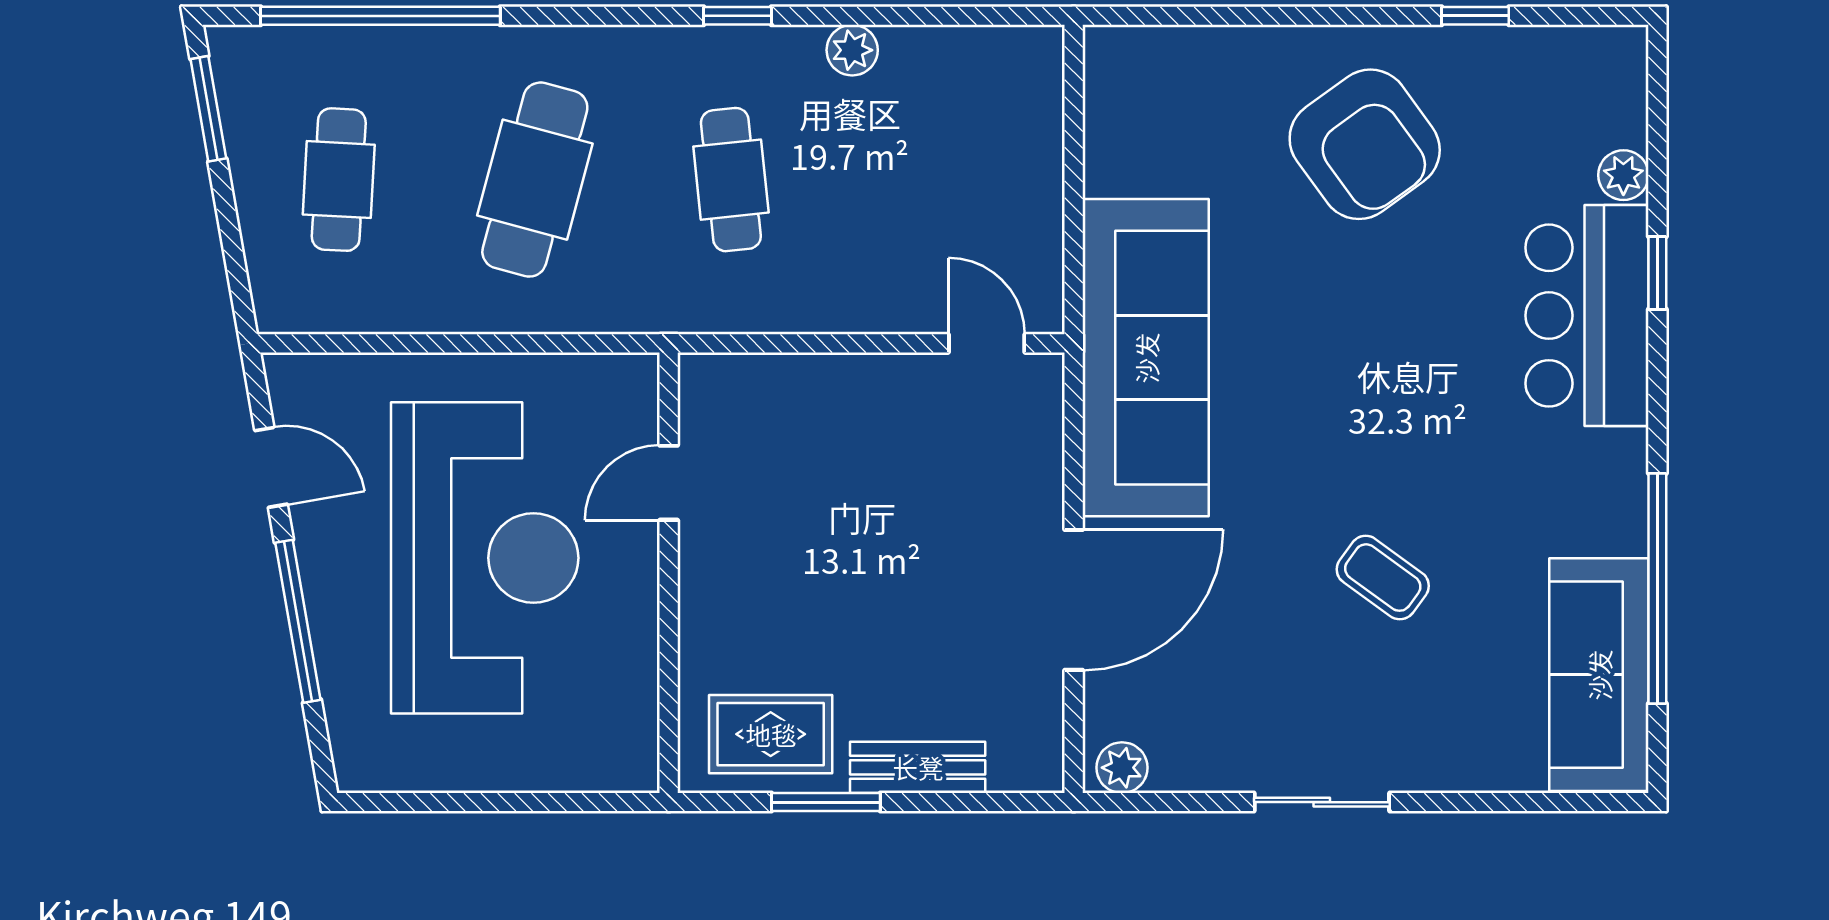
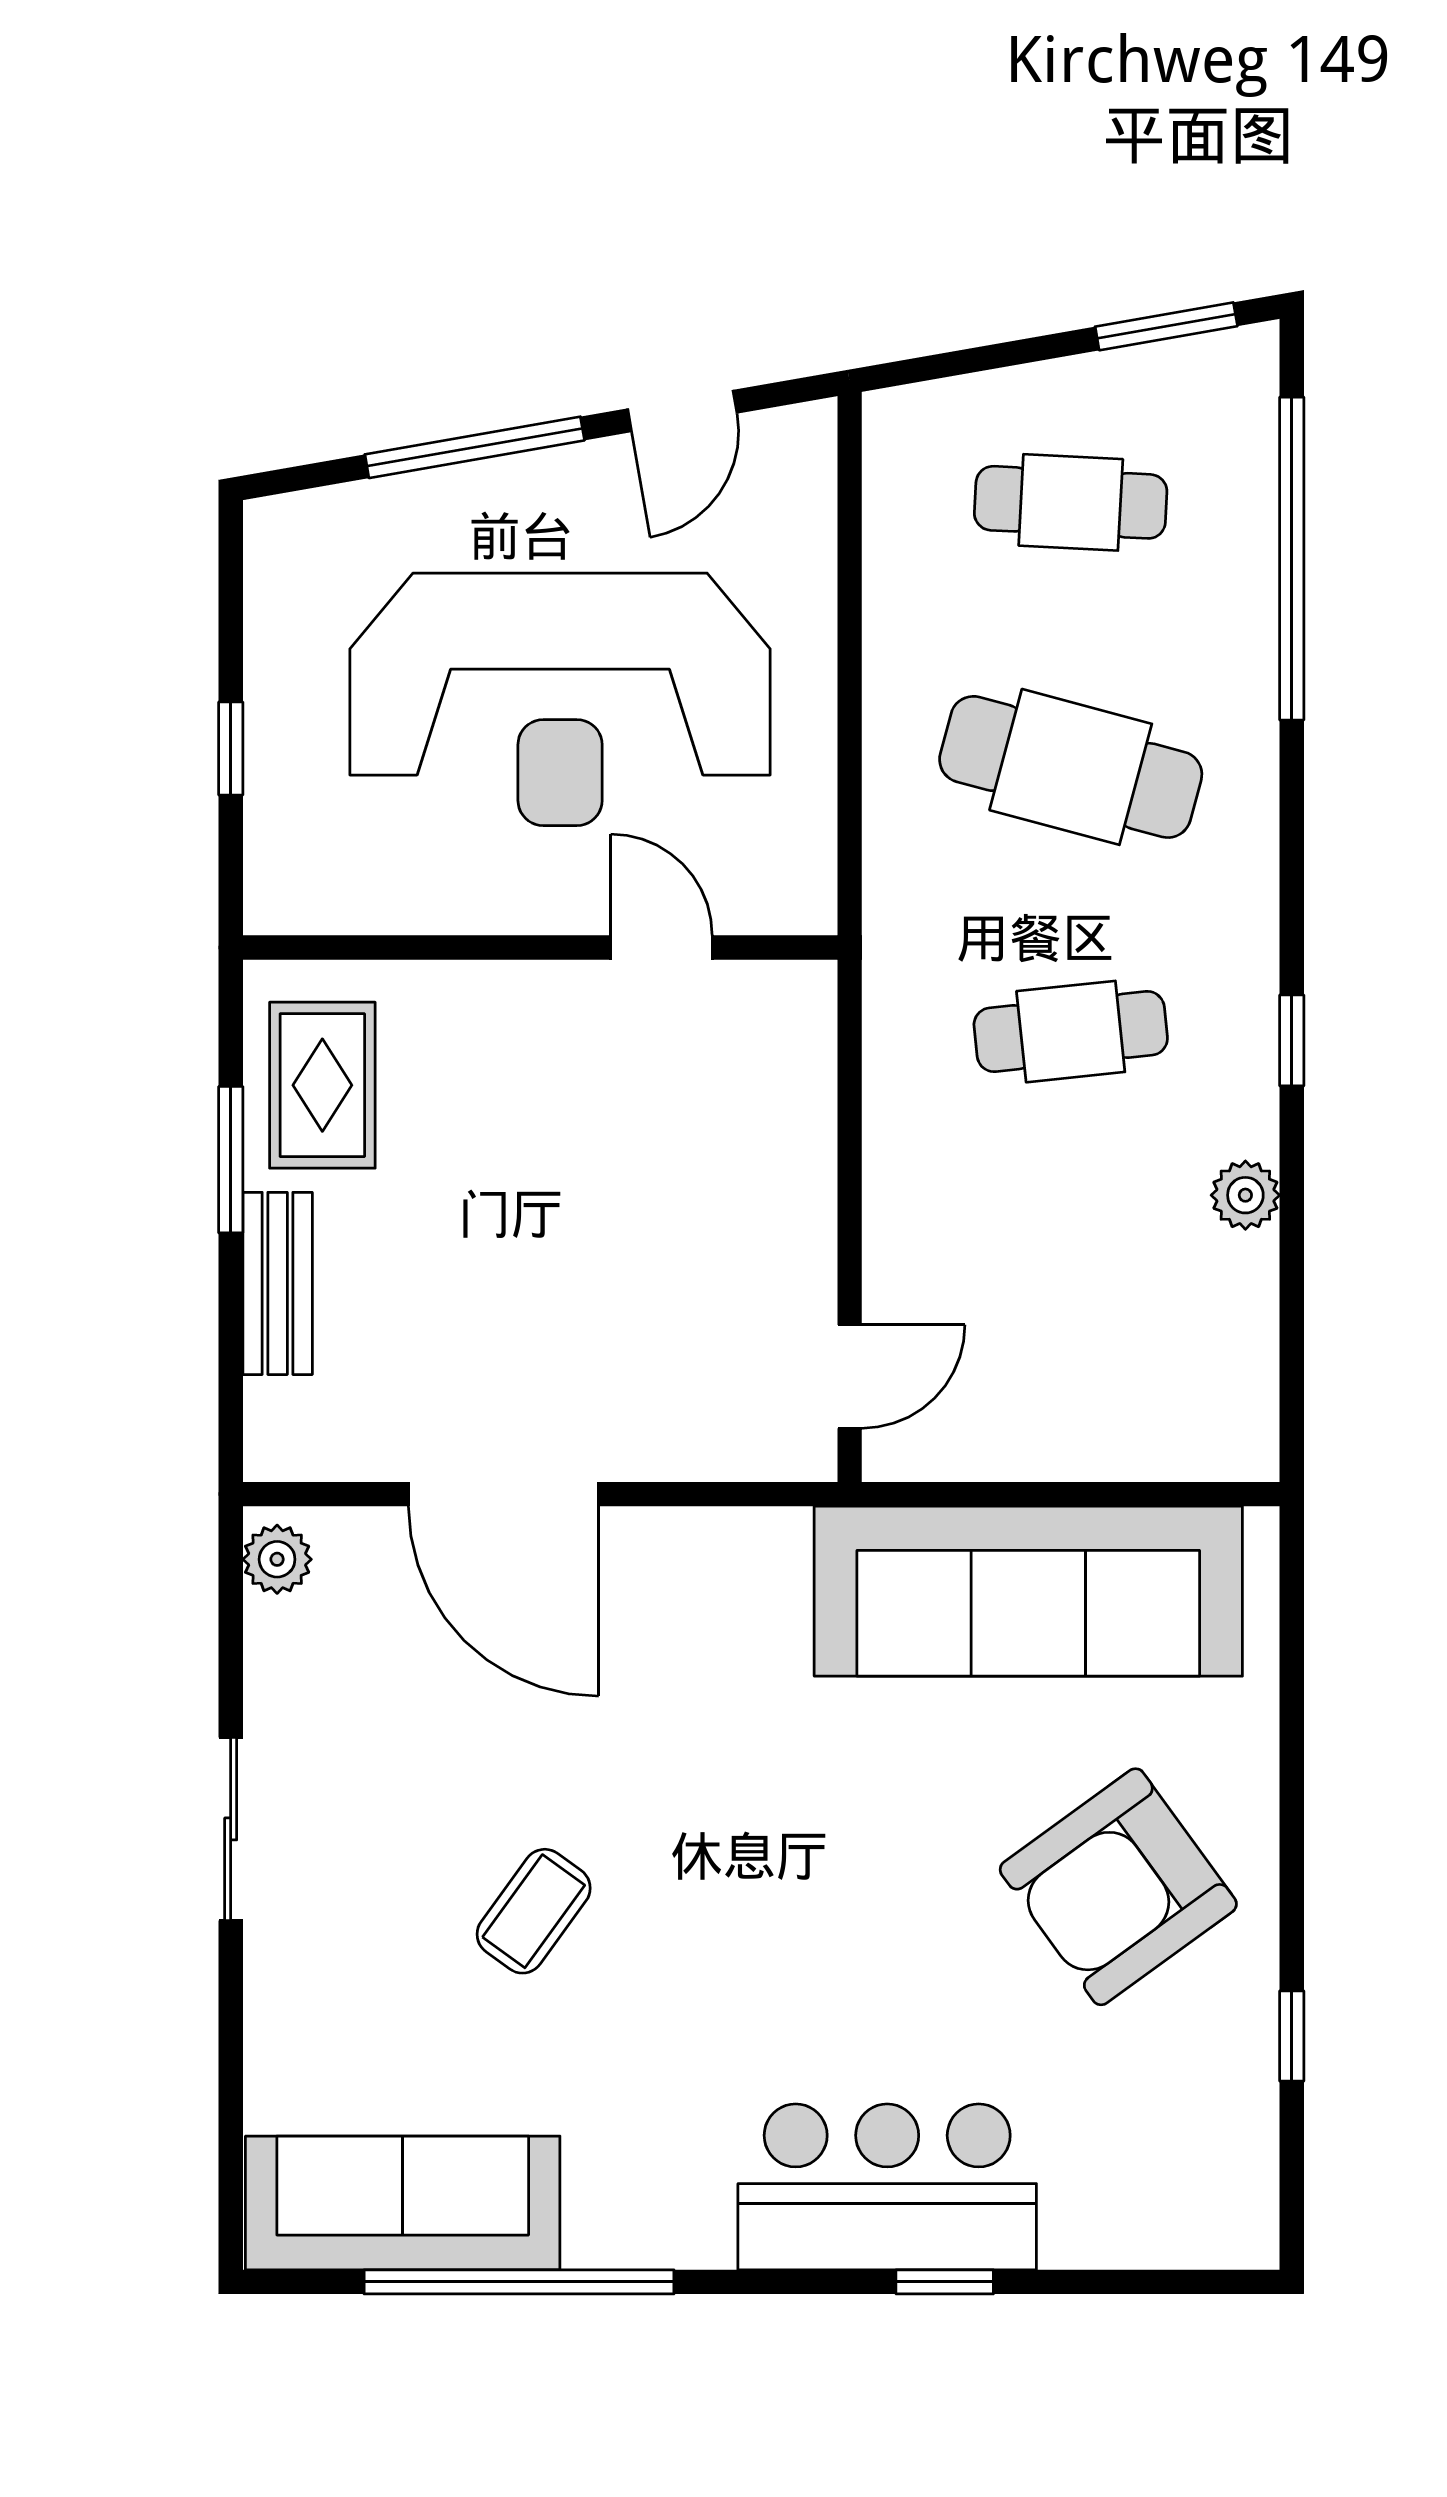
plant: (1623, 175) -> (1077, 2236), removed
sofa: (1146, 358) -> (1028, 1591), moved
window: (521, 802) -> (231, 748), added

